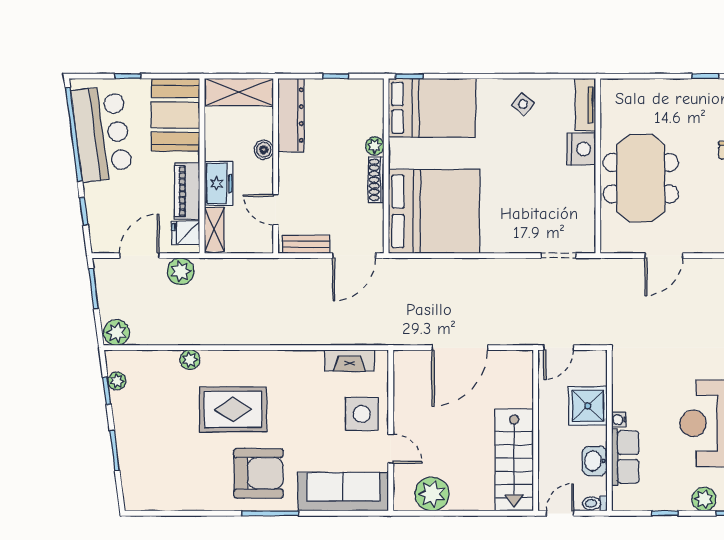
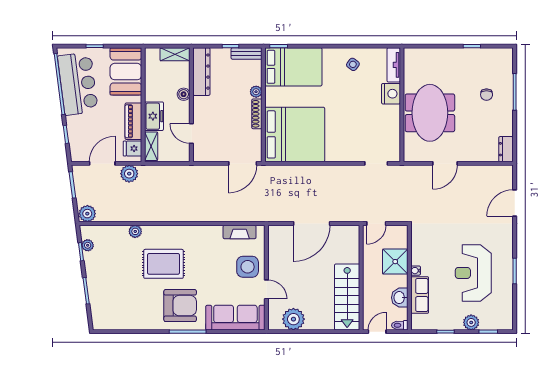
shelving: (239, 92) -> (175, 54), width x0.67, depth x0.75
bench: (306, 244) -> (247, 53), moved

